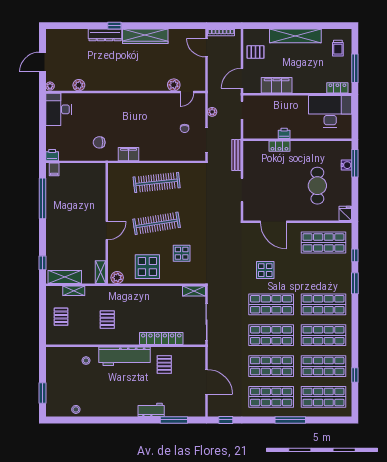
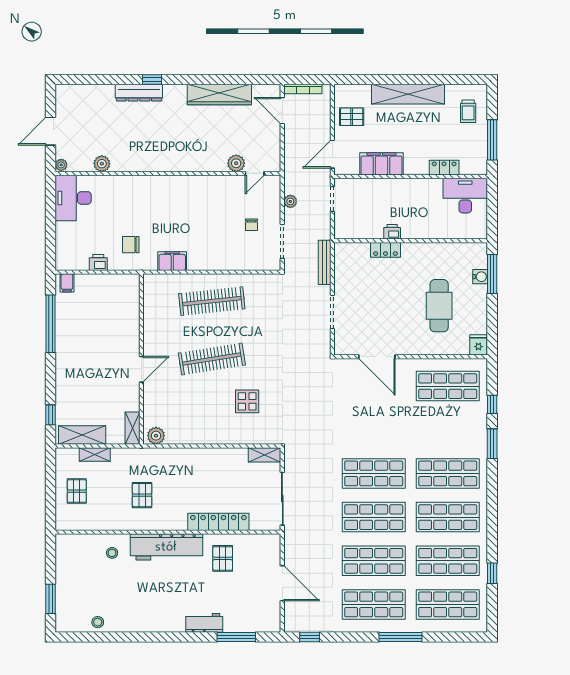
wardrobe: (145, 36) -> (219, 95), moved
locker: (337, 88) -> (444, 168), moved
desk: (330, 111) -> (465, 196), width x0.73, depth x0.77
printer: (52, 155) -> (98, 262), moved
display table: (147, 267) -> (199, 420), removed
display table: (265, 270) -> (365, 425), removed

